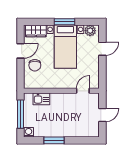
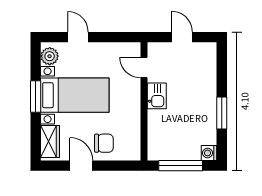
kitchen sink: (41, 99) -> (157, 96), moved

